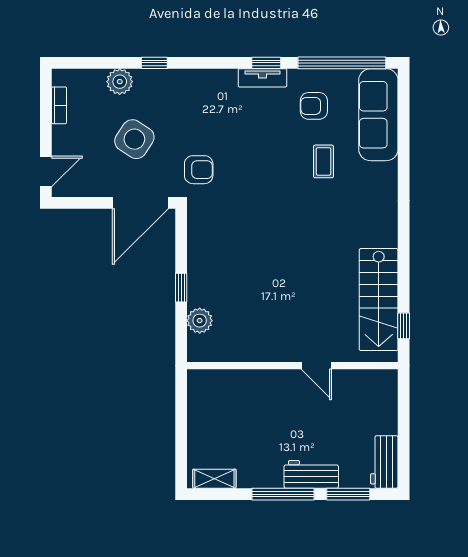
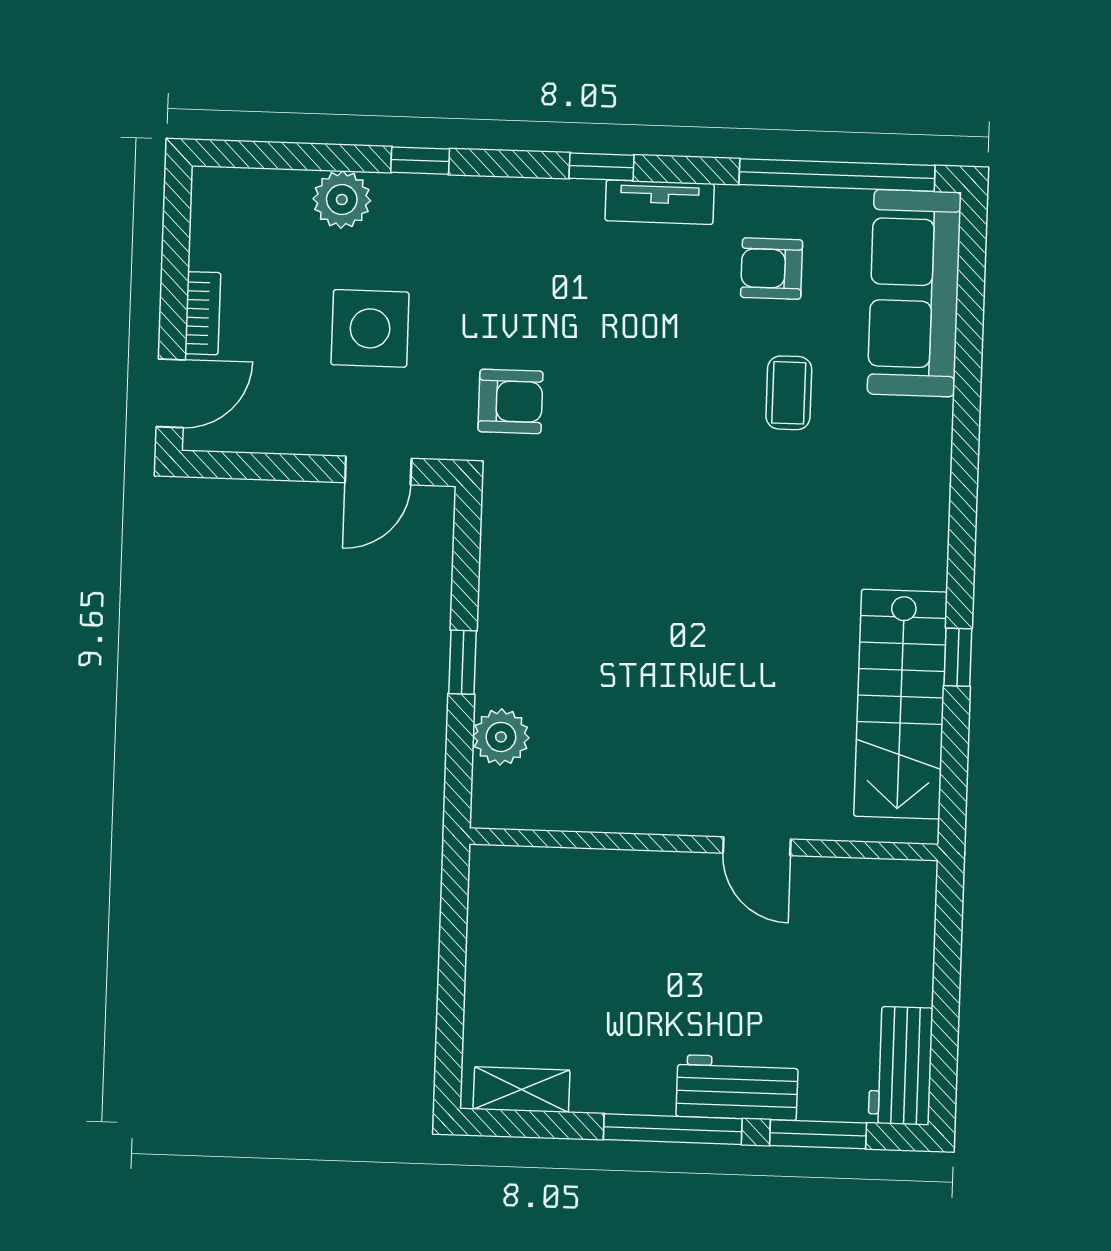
window: (266, 63) -> (601, 167), moved
bookcase: (59, 105) -> (203, 313), moved
side table: (134, 139) -> (370, 328), turned -33
door: (140, 203) -> (378, 470), width x0.53
window: (404, 326) -> (958, 657), moved

